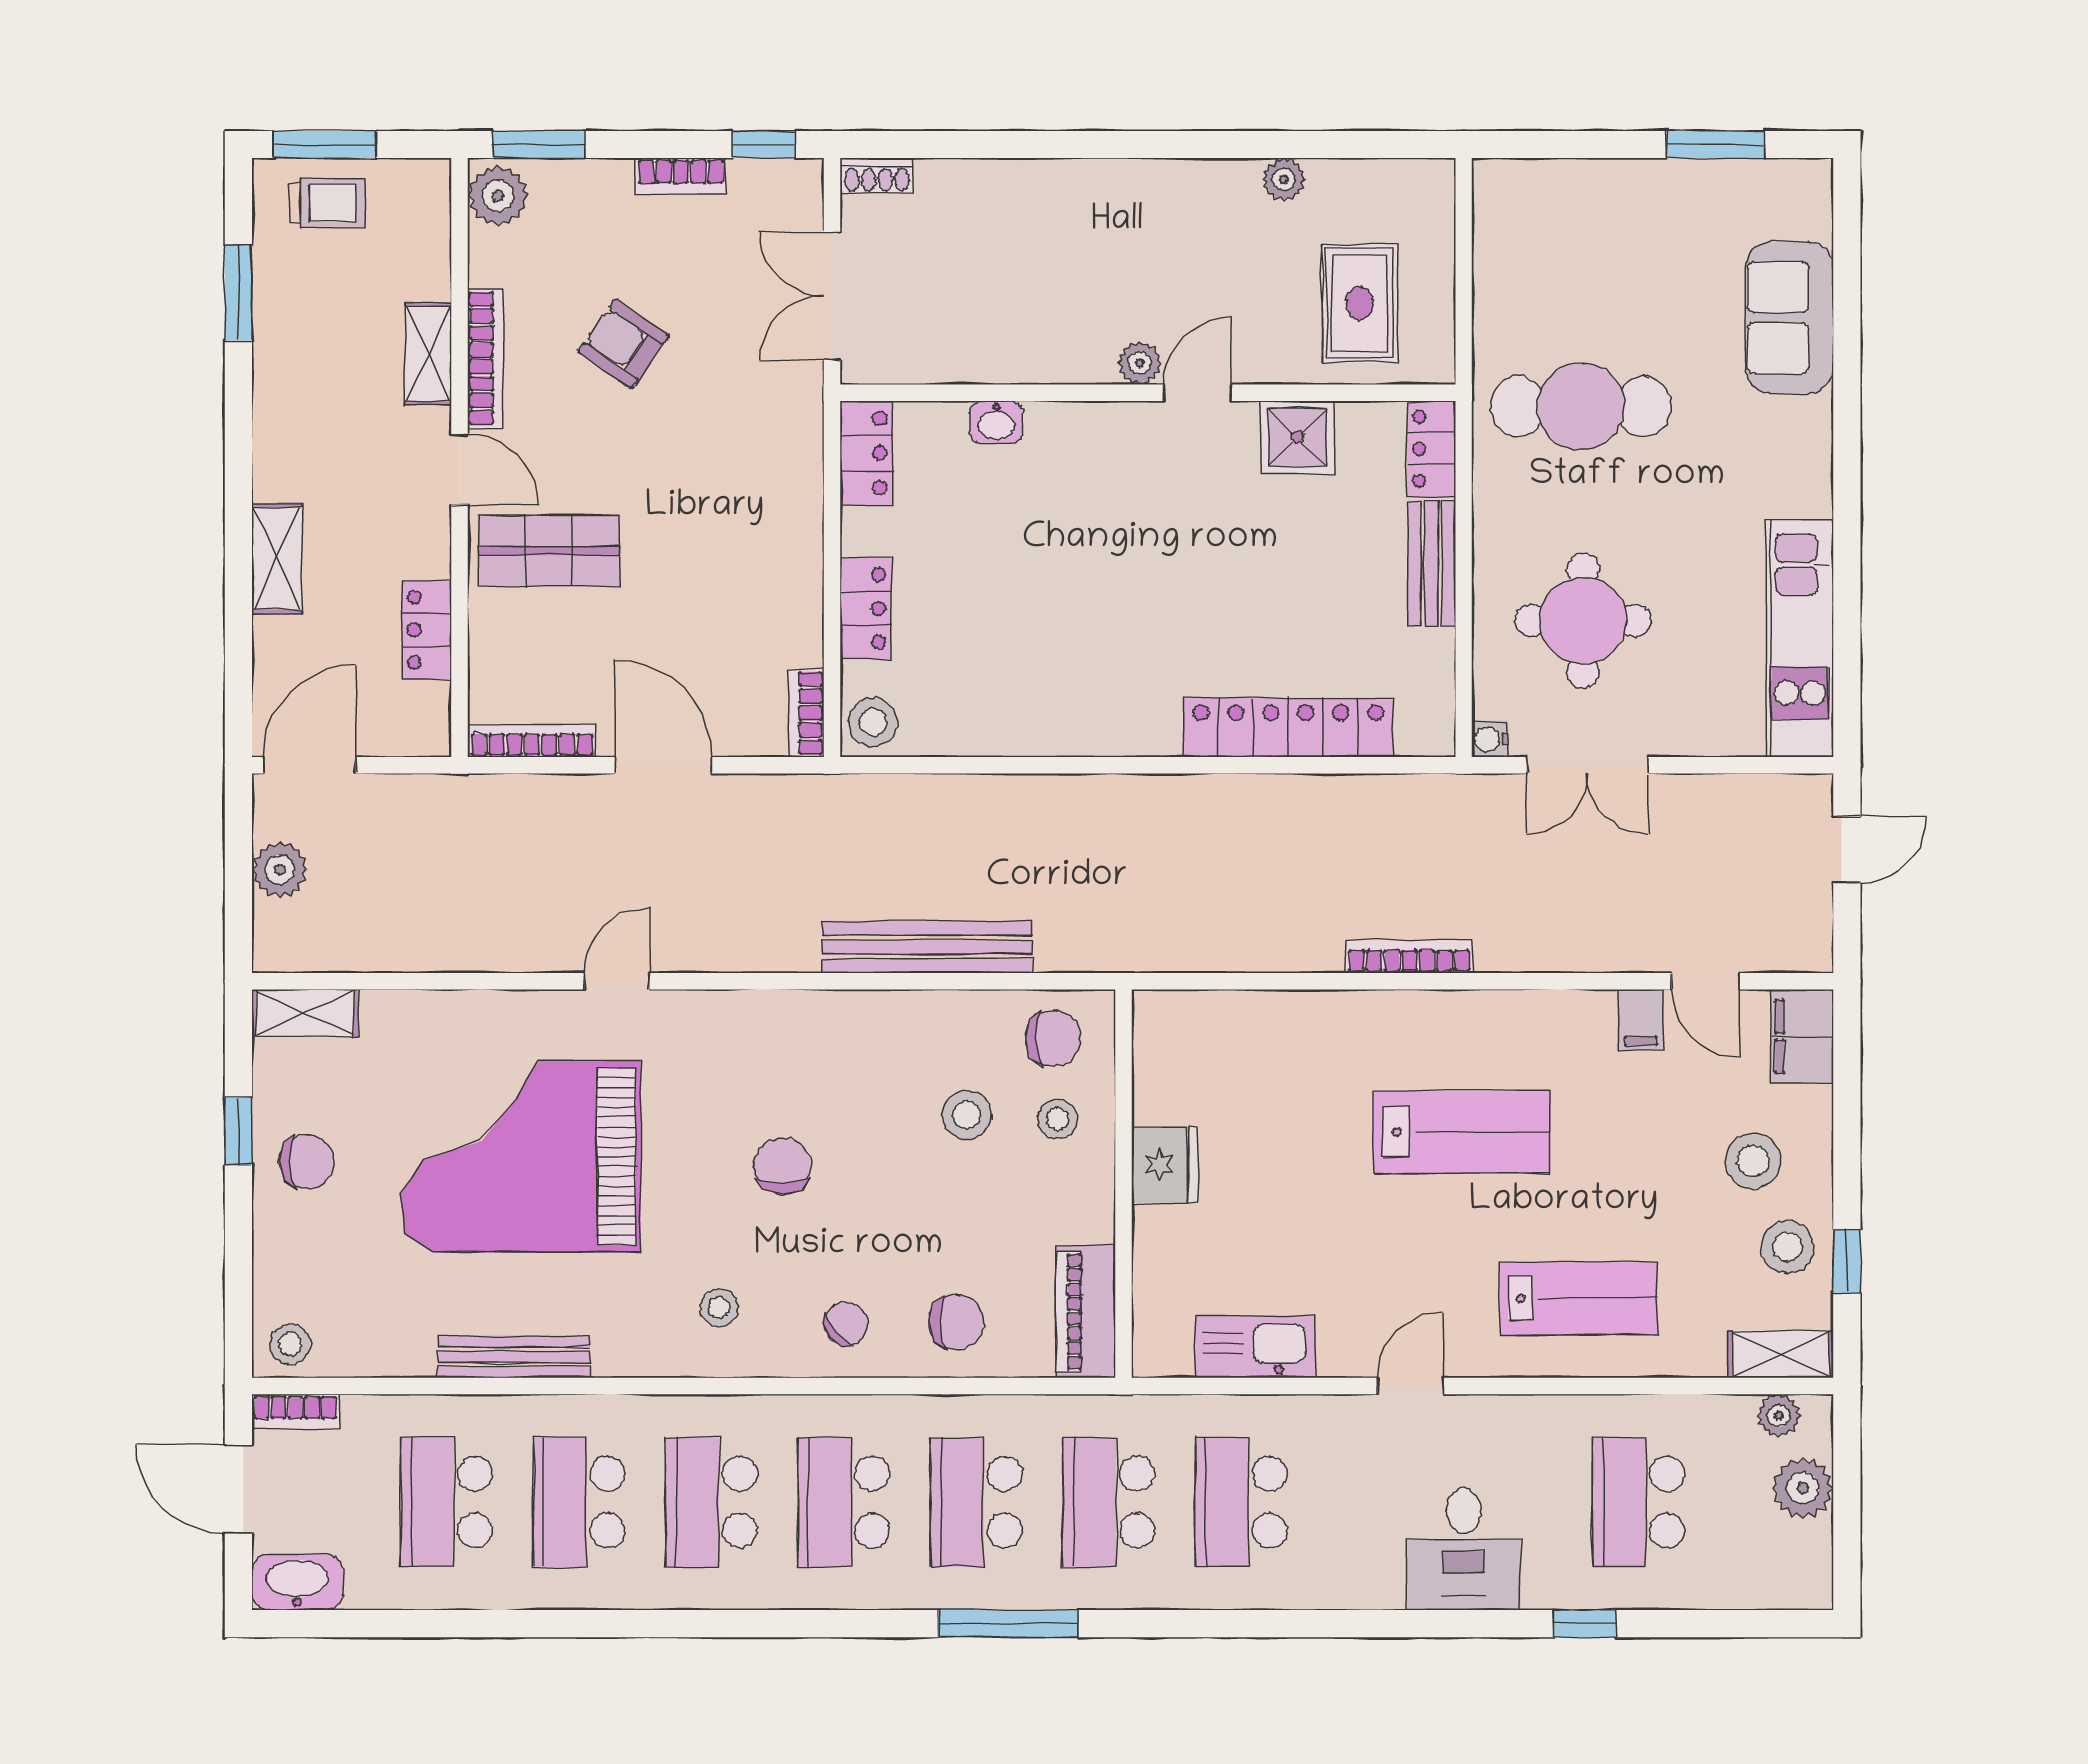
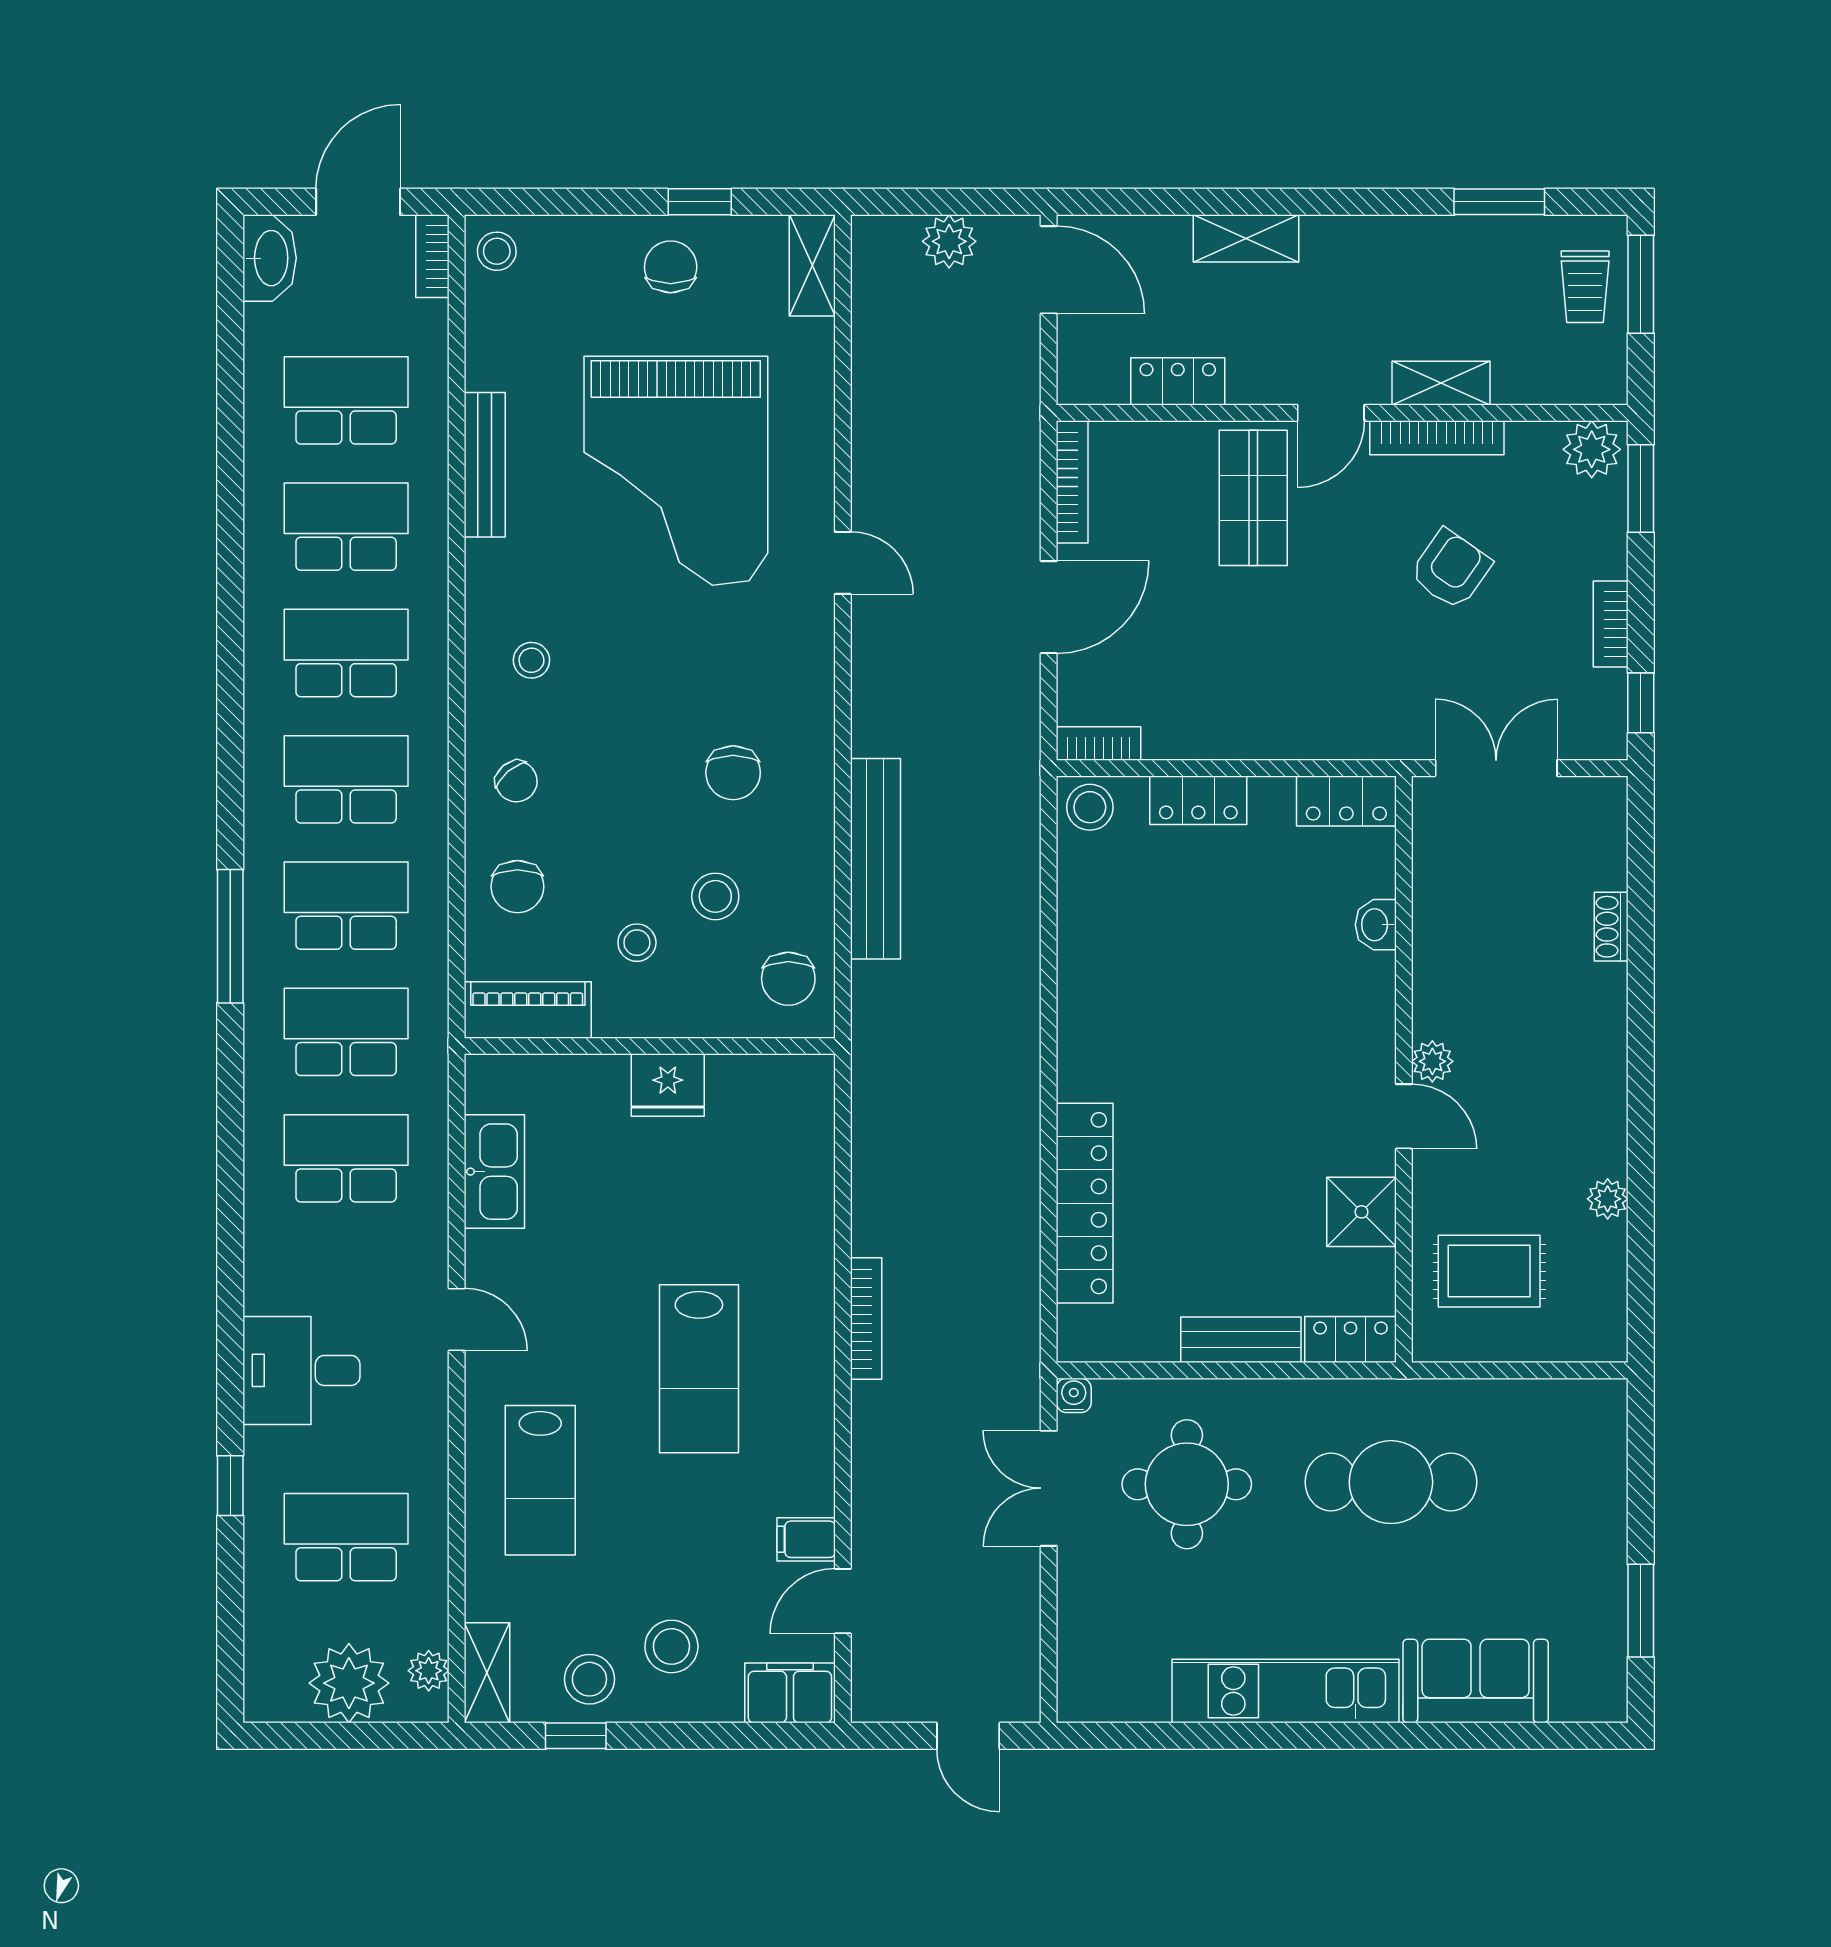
shoe rack: (877, 176) -> (1611, 927), moved
cafe table: (1581, 406) -> (1391, 1482), turned 90
kitchen unit: (1800, 638) -> (1286, 1691), moved
stool: (1057, 1119) -> (637, 943), moved
grand piano: (520, 1156) -> (676, 471), turned 180
chair: (307, 1162) -> (671, 267), turned 180
chair: (782, 1166) -> (733, 773), moved, turned 90
plant: (1803, 1488) -> (349, 1683), width x1.36, depth x1.36

